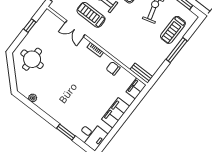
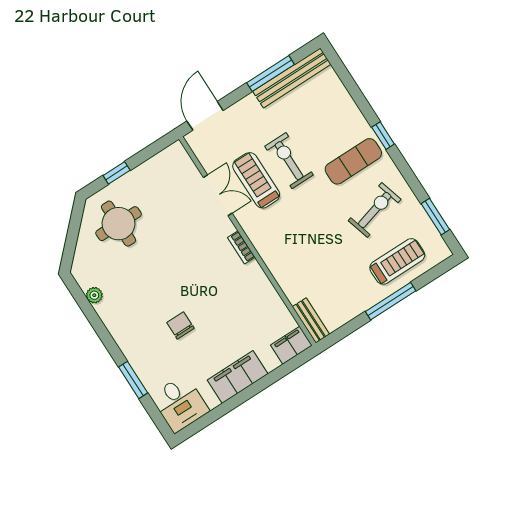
window: (30, 26) -> (117, 173), moved
double door: (75, 29) -> (218, 195), swing flipped
treadmill: (173, 30) -> (397, 261), turned 180
chair: (113, 68) -> (180, 325), moved

